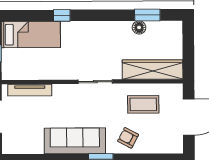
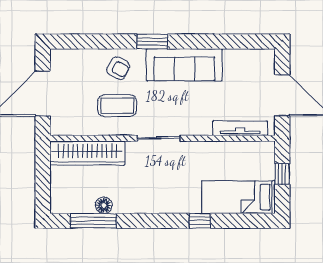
window: (147, 15) -> (93, 221), width x1.44
coffee table: (143, 104) -> (117, 106), moved

